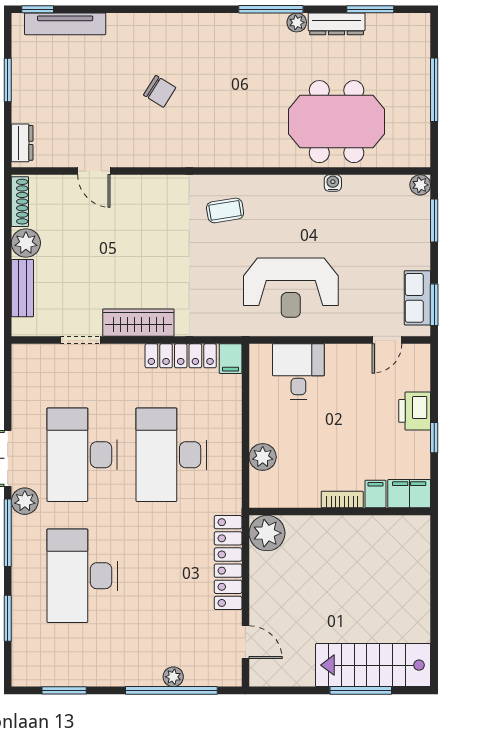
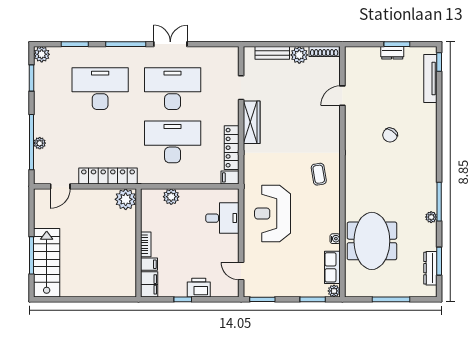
dresser: (337, 24) -> (430, 268), moved
dresser: (22, 143) -> (392, 53), moved
row of seats: (417, 298) -> (332, 267), moved, turned -90
plant: (25, 501) -> (42, 54), moved

